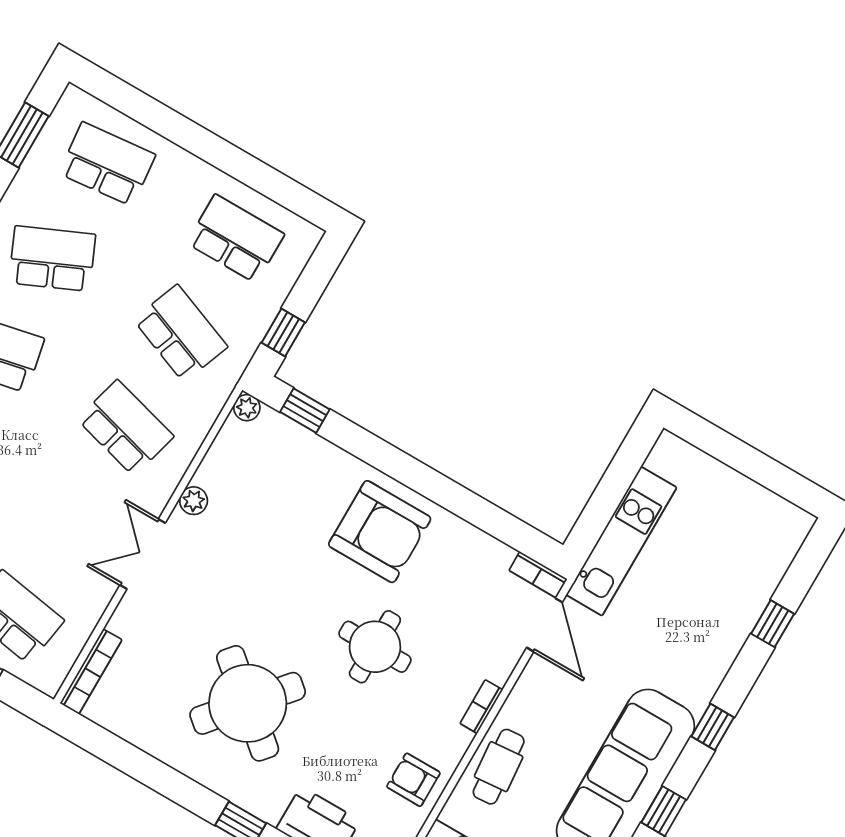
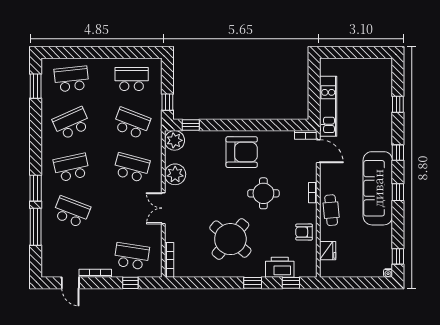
plant: (247, 408) -> (175, 140), width x1.88, depth x1.88
plant: (194, 501) -> (175, 174), width x1.88, depth x1.88

